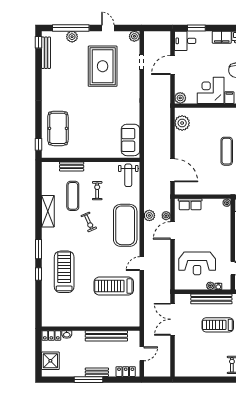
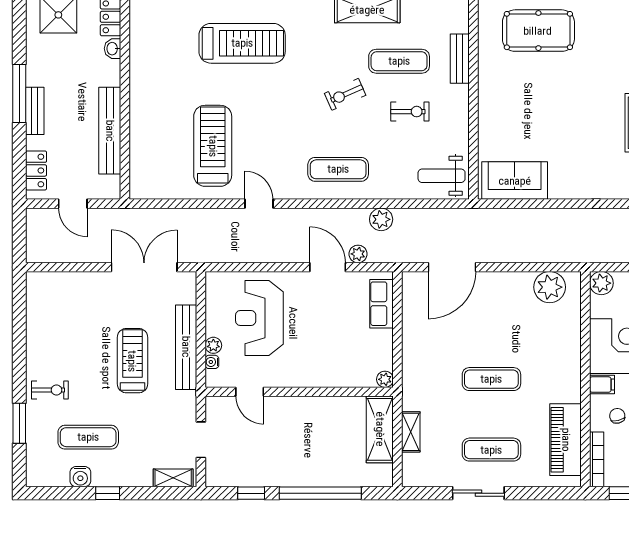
plant: (149, 215) -> (381, 219), moved
exercise mat: (125, 225) -> (338, 169), width x0.50, depth x0.69

